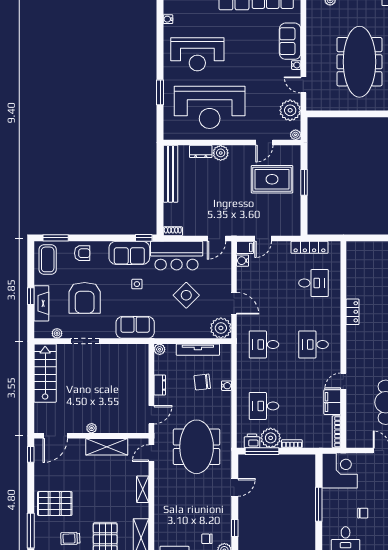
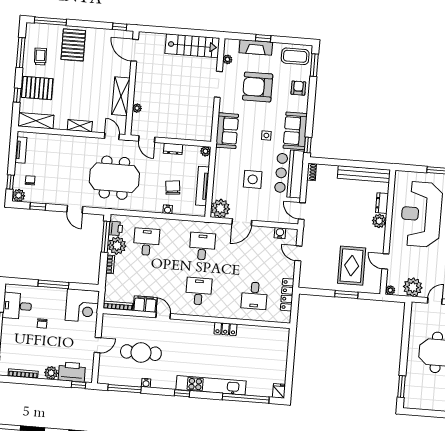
filing cabinet: (245, 247) -> (292, 236), removed
armchair: (82, 253) -> (298, 88), turned 180
side table: (186, 295) -> (253, 179), turned 45
plant: (92, 428) -> (137, 108), moved

